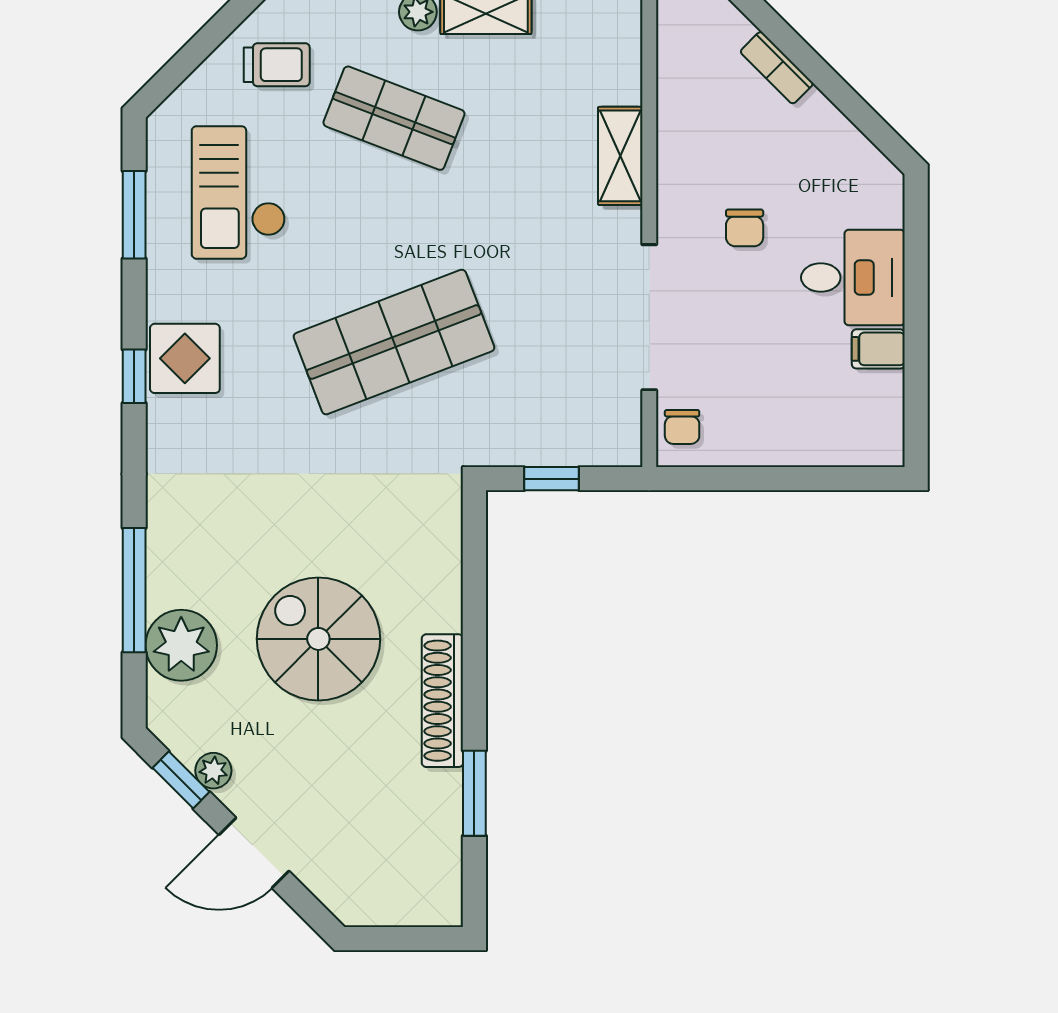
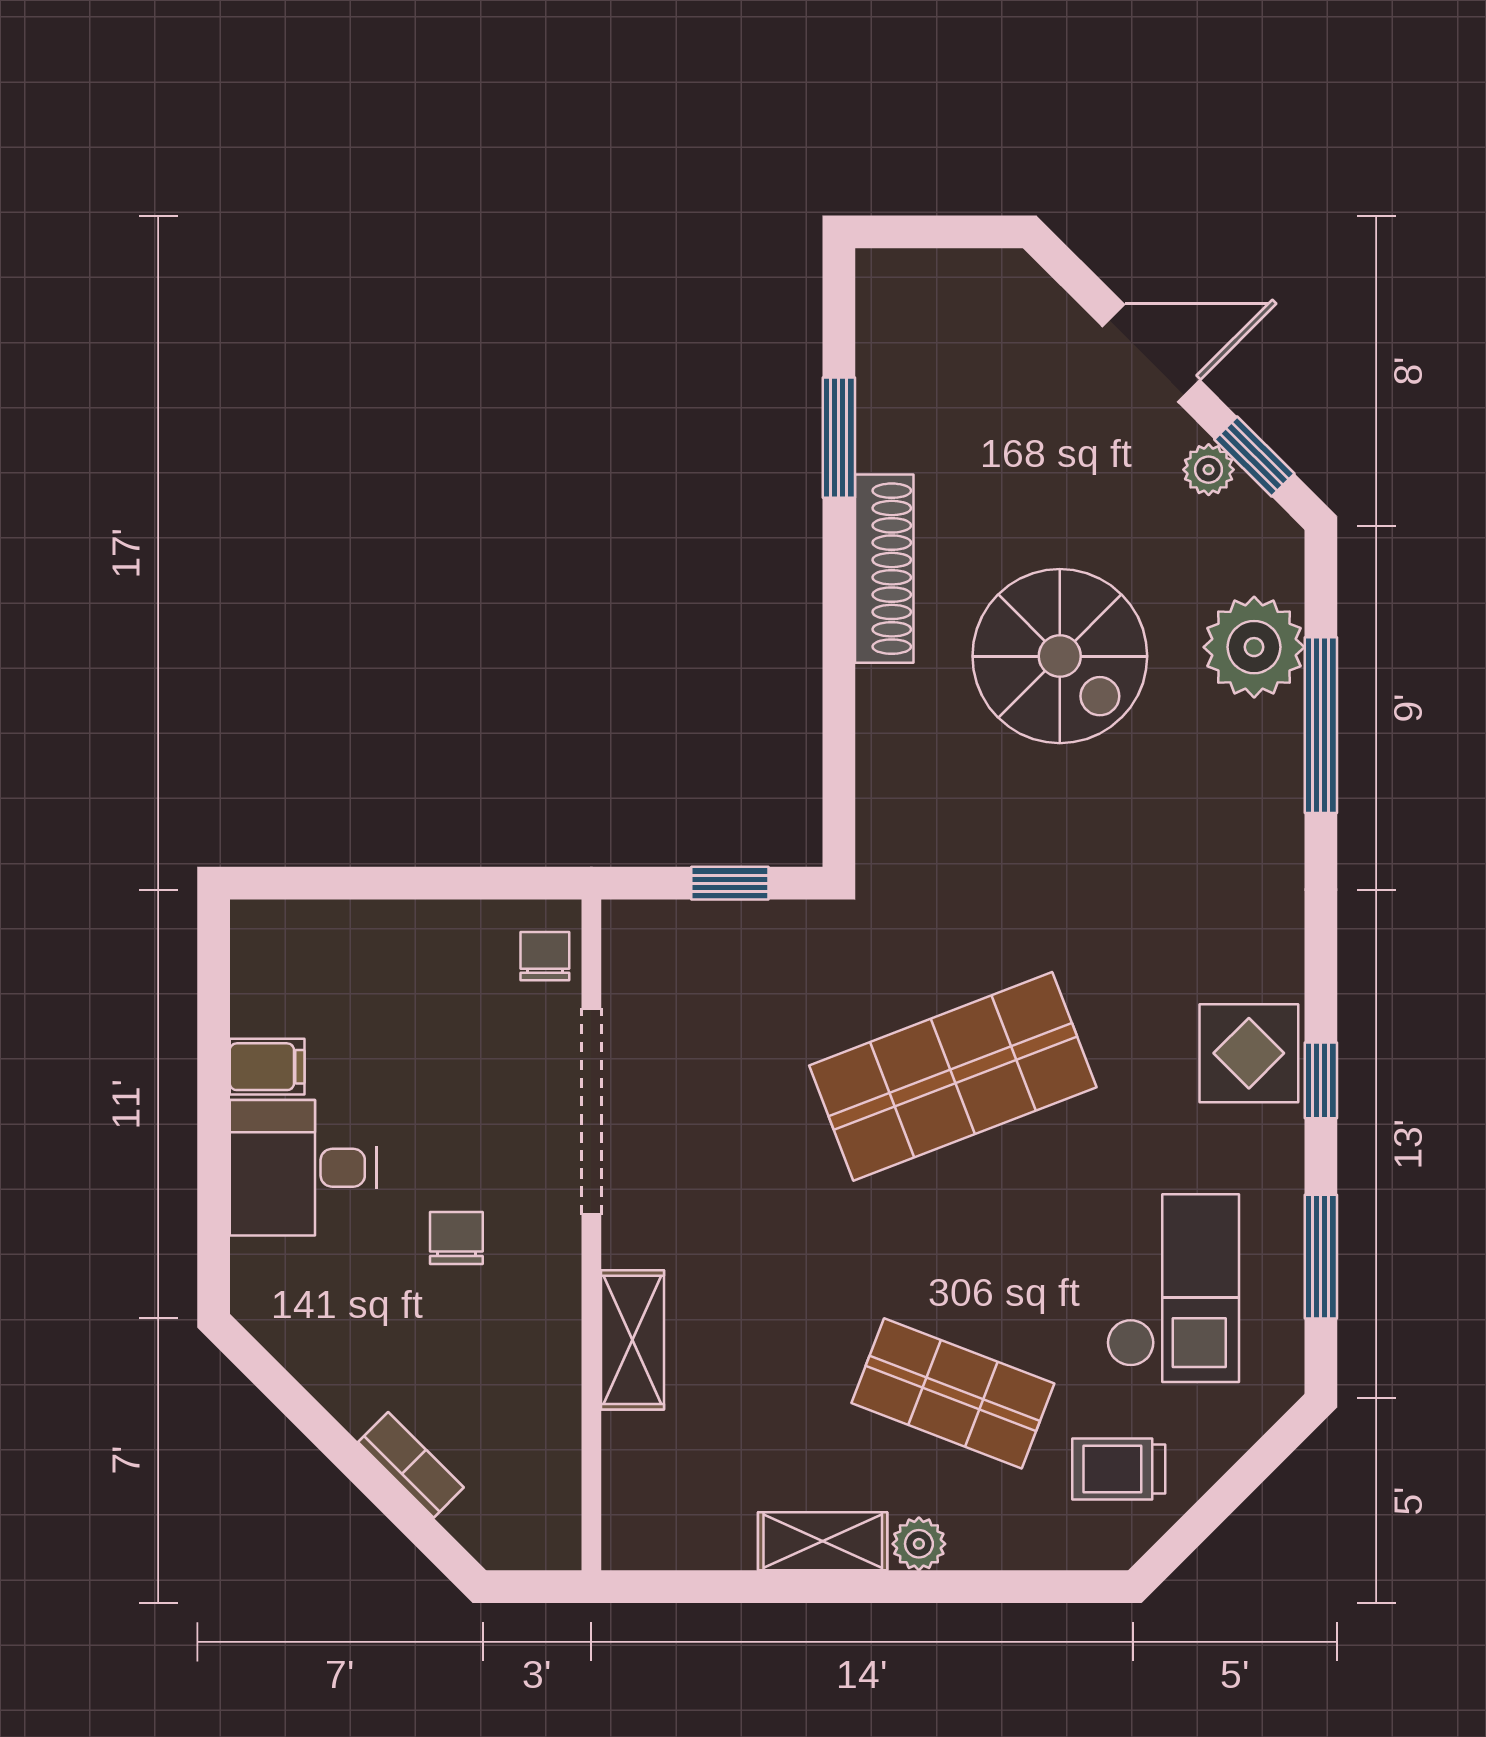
window: (134, 376) -> (1321, 1080), moved

